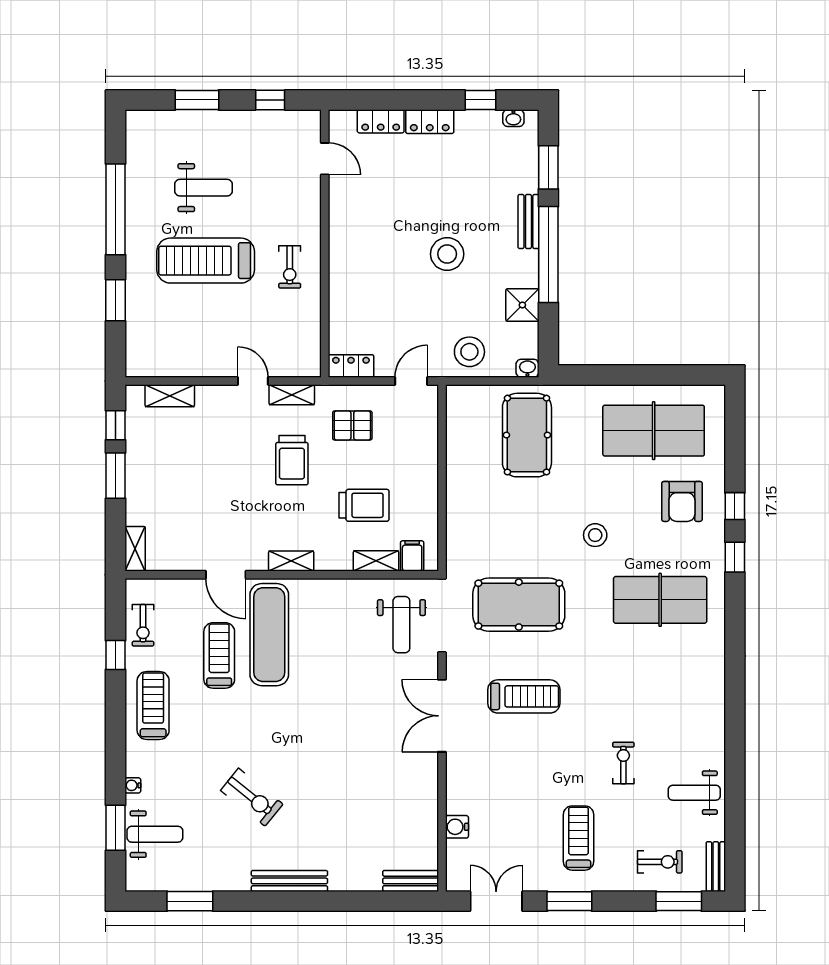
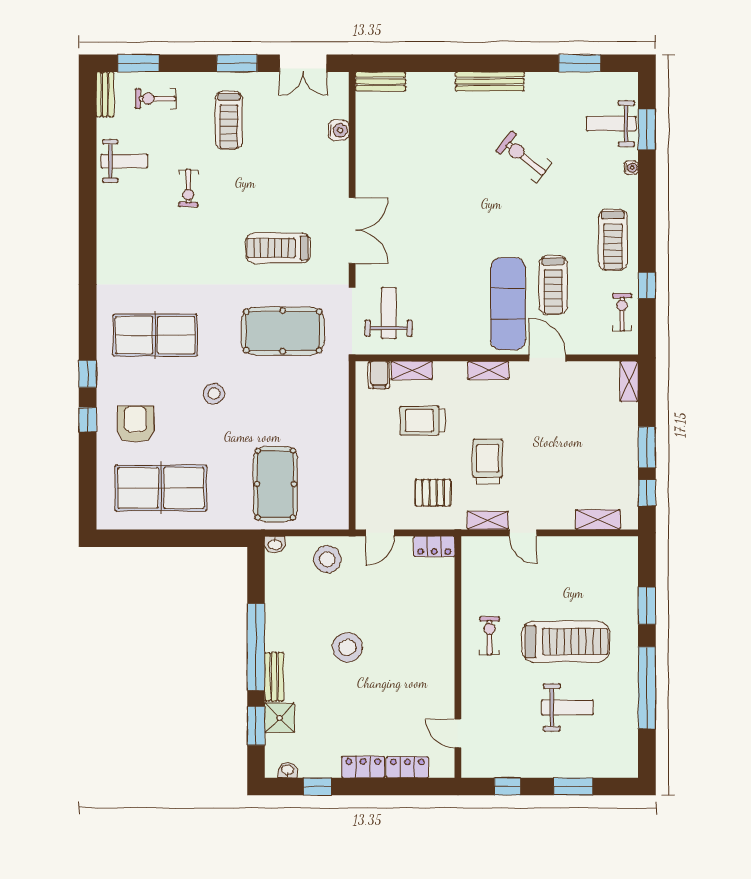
weight bench: (204, 188) -> (567, 707), turned 180
shower: (522, 305) -> (279, 718), moved

